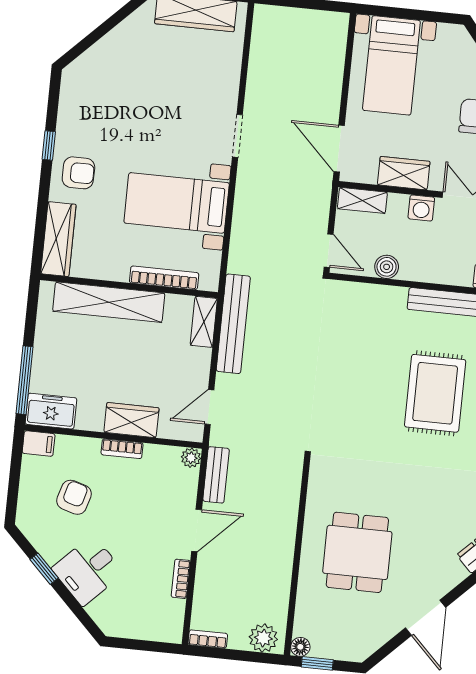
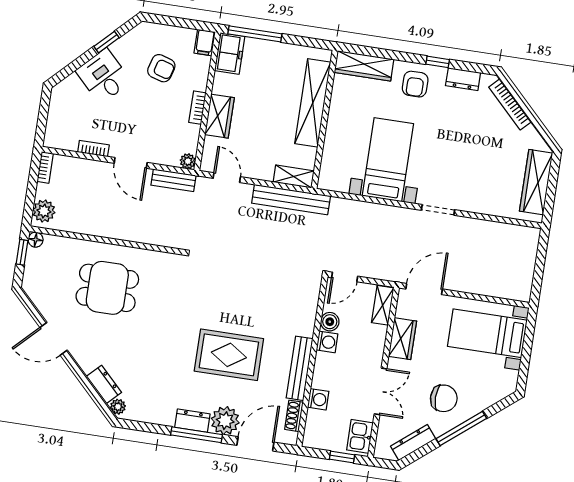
dresser: (69, 112) -> (463, 79), added
washing machine: (421, 208) -> (327, 342), moved, turned 180
bookcase: (164, 278) -> (510, 105), moved, turned 135

